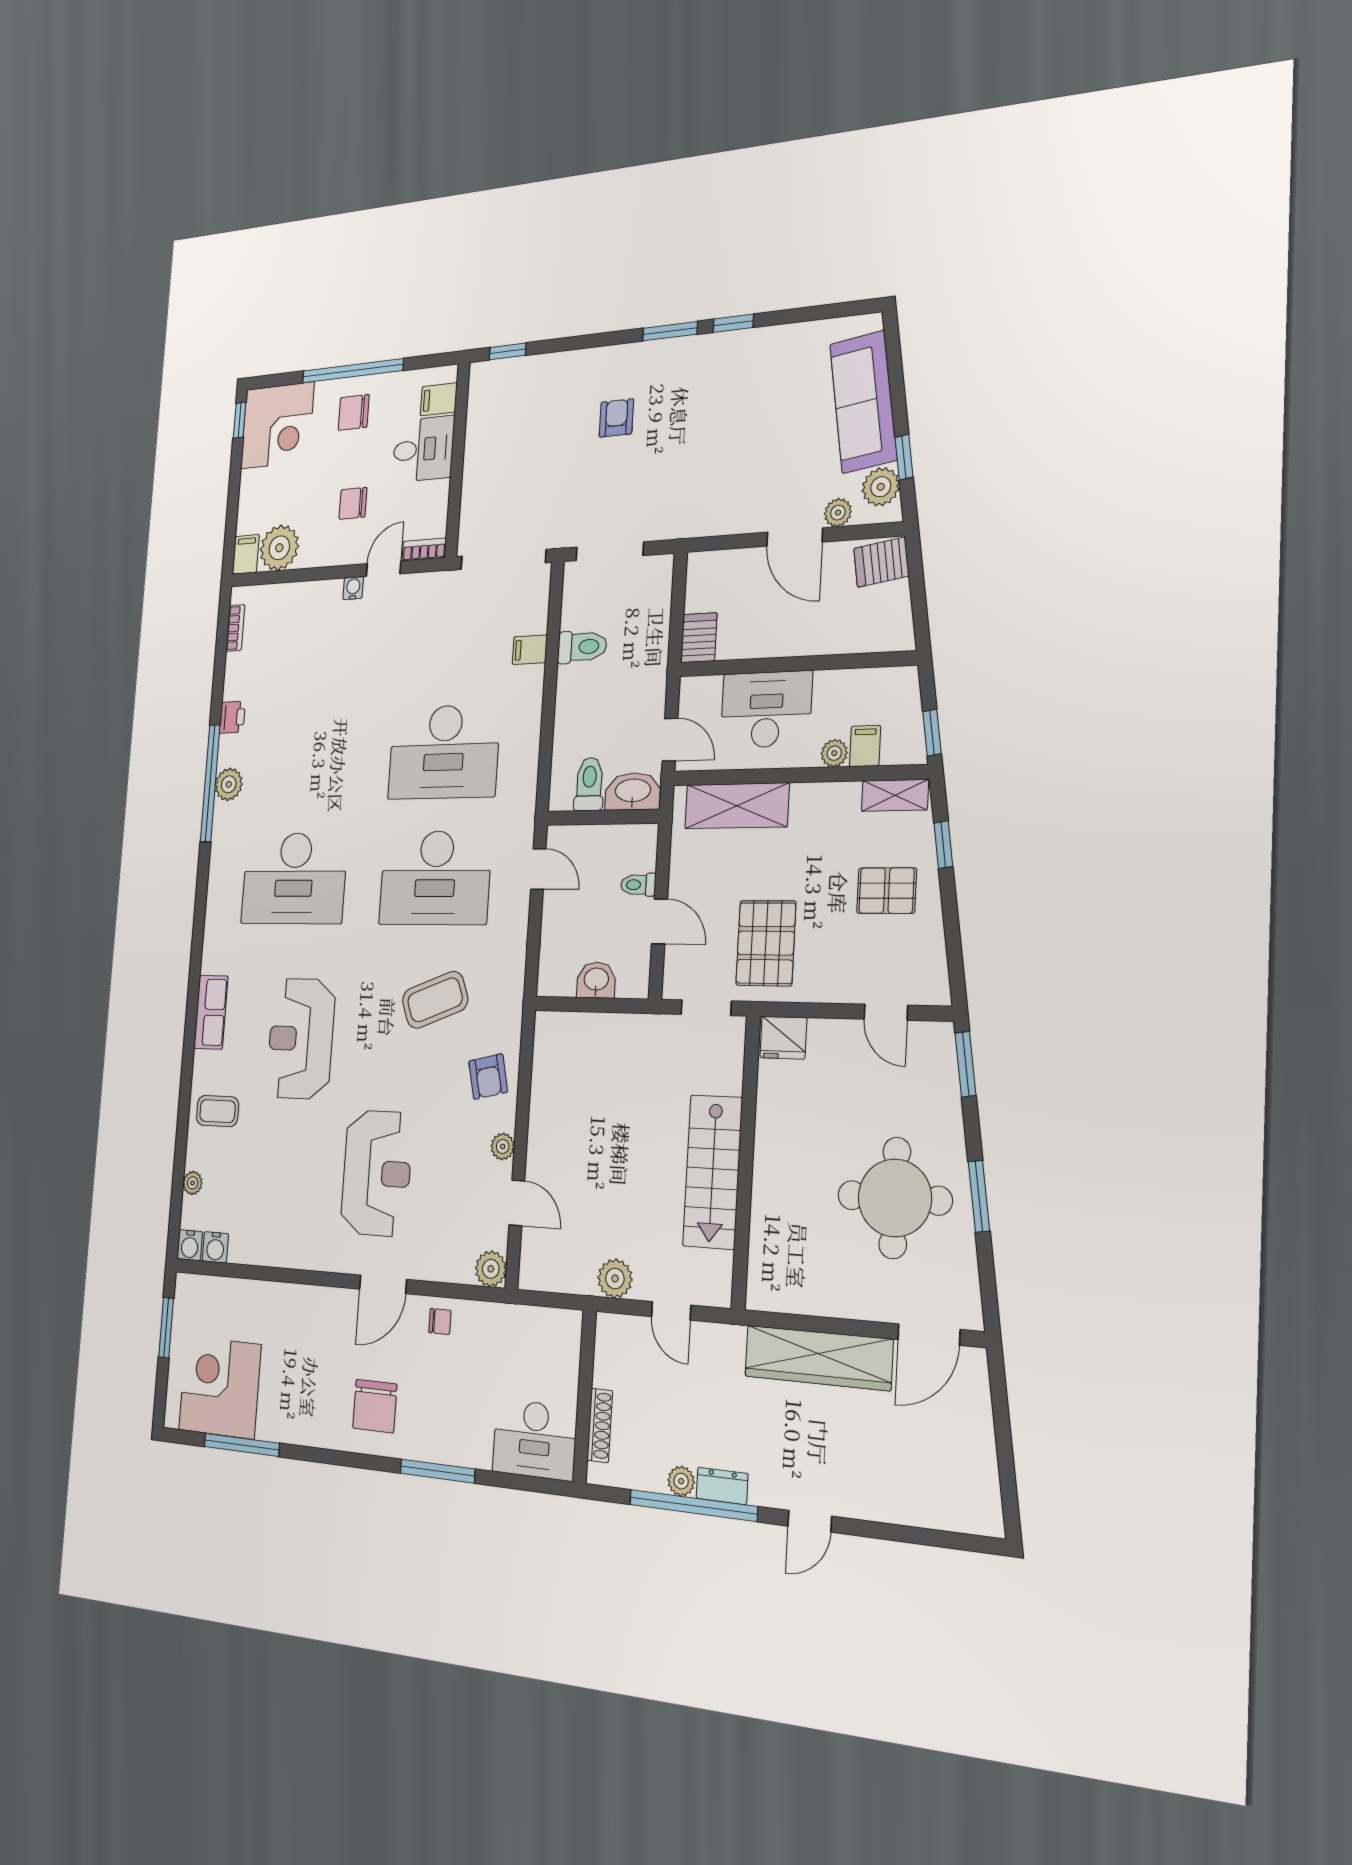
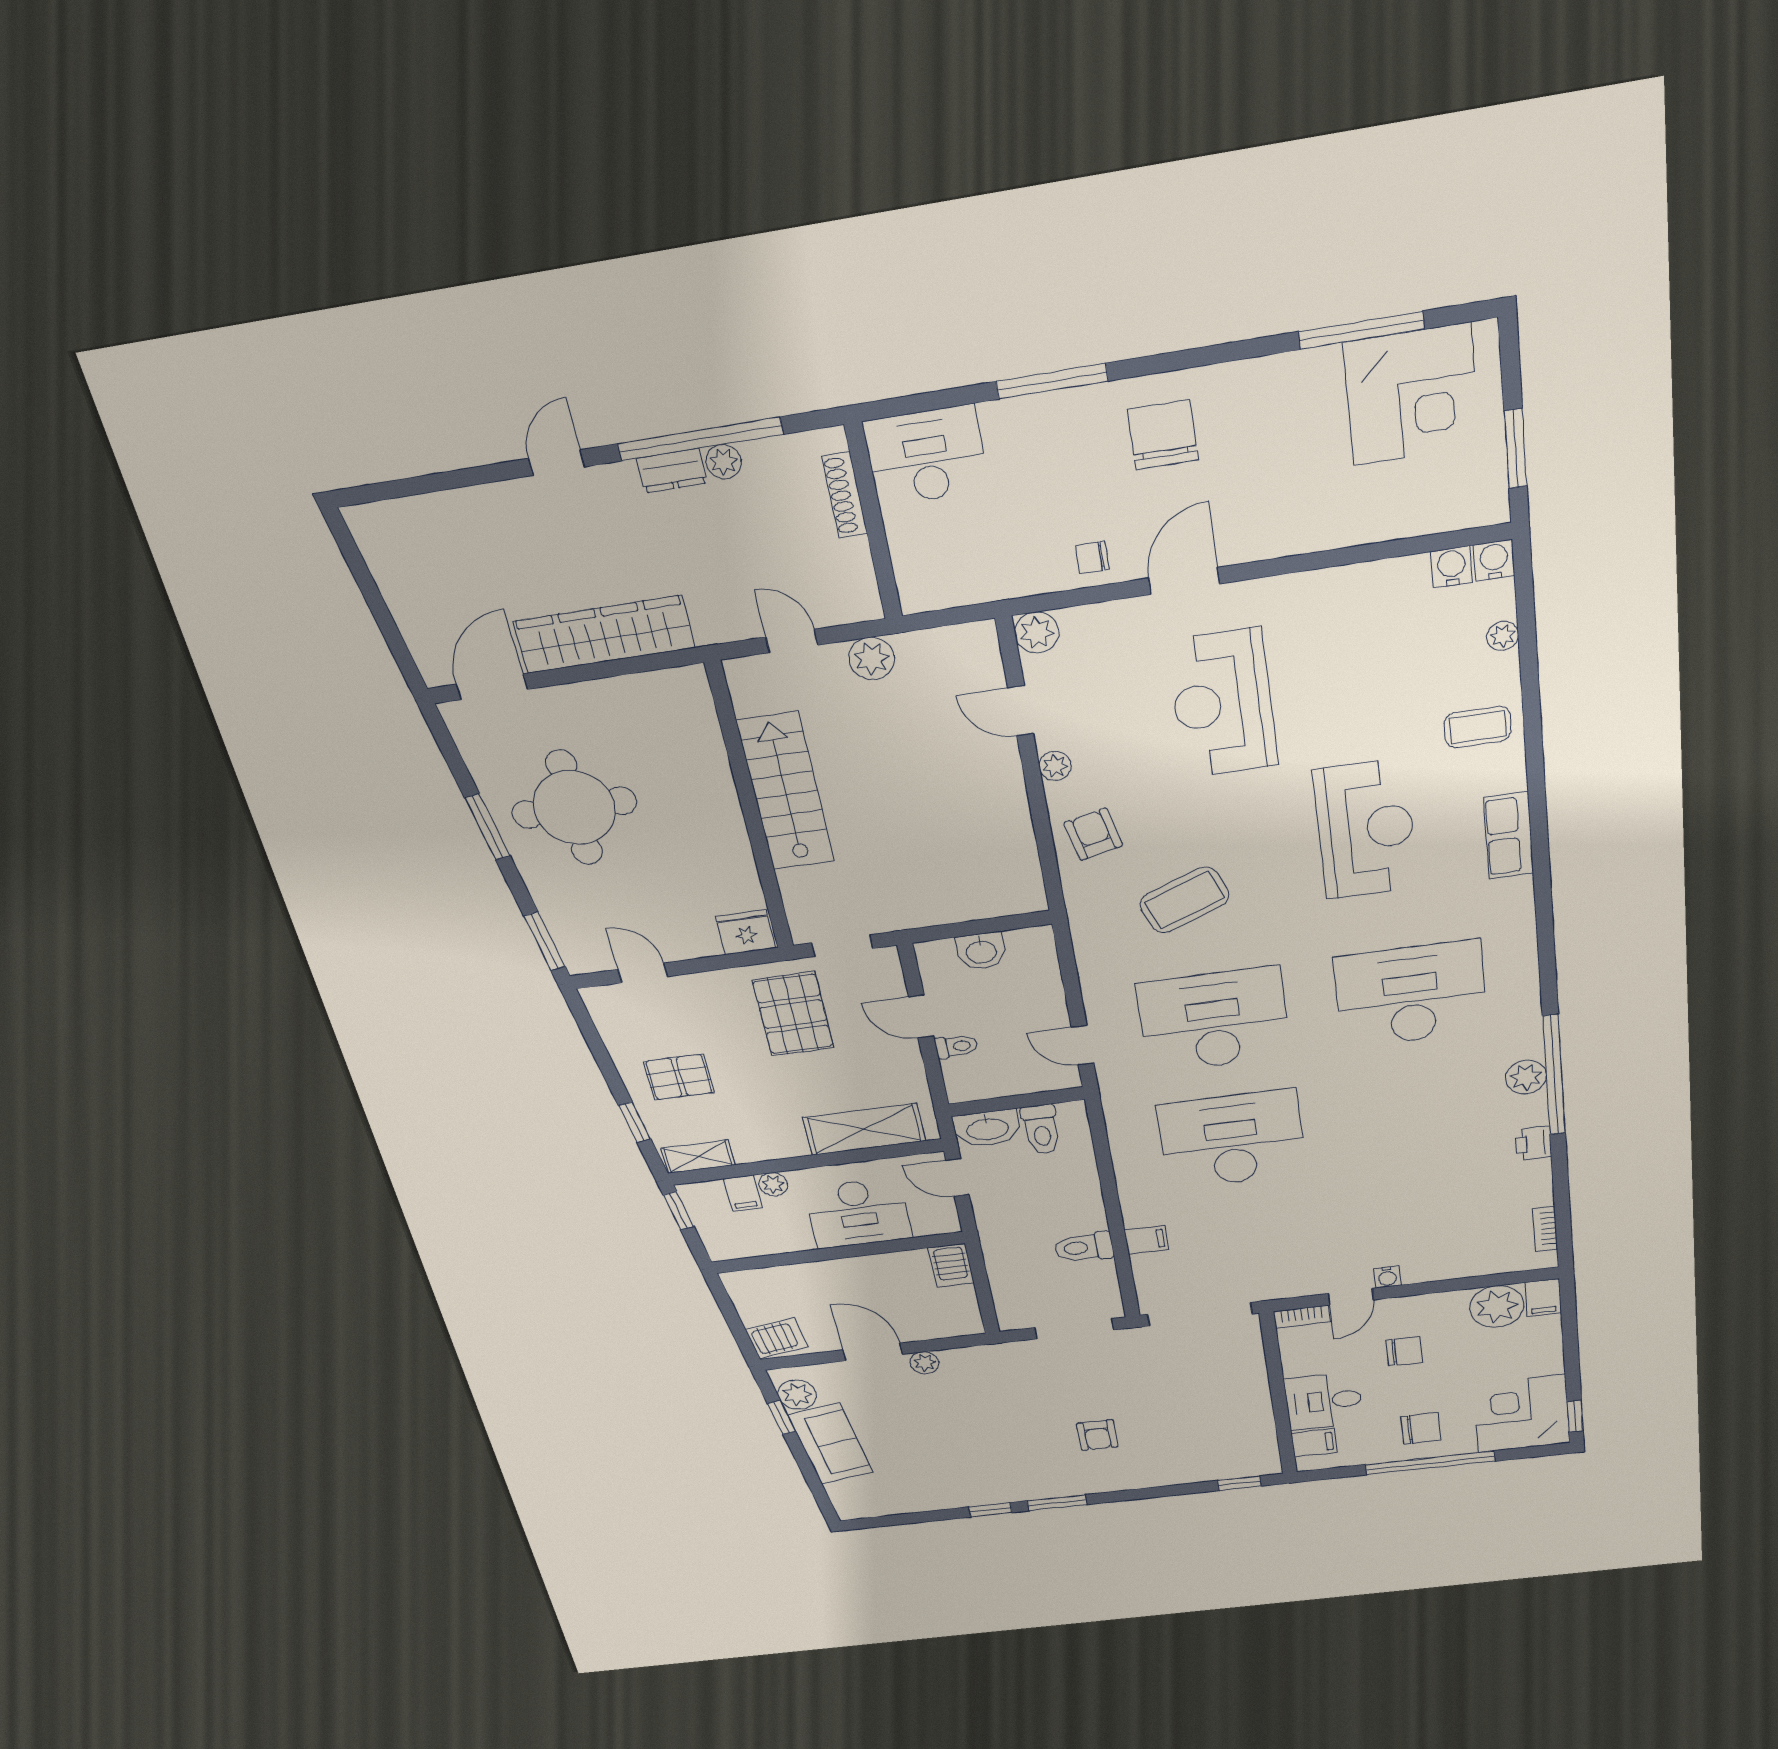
sofa: (863, 402) -> (830, 1444), width x0.73
plant: (838, 513) -> (925, 1363), moved

